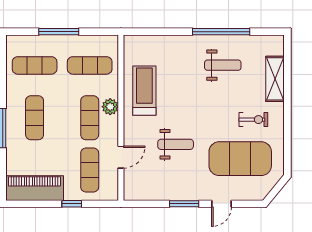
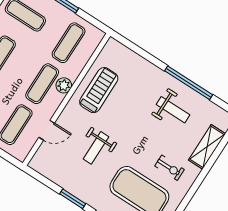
exercise mat: (90, 65) -> (69, 43), turned 90
weight bench: (176, 144) -> (96, 148), turned 90

